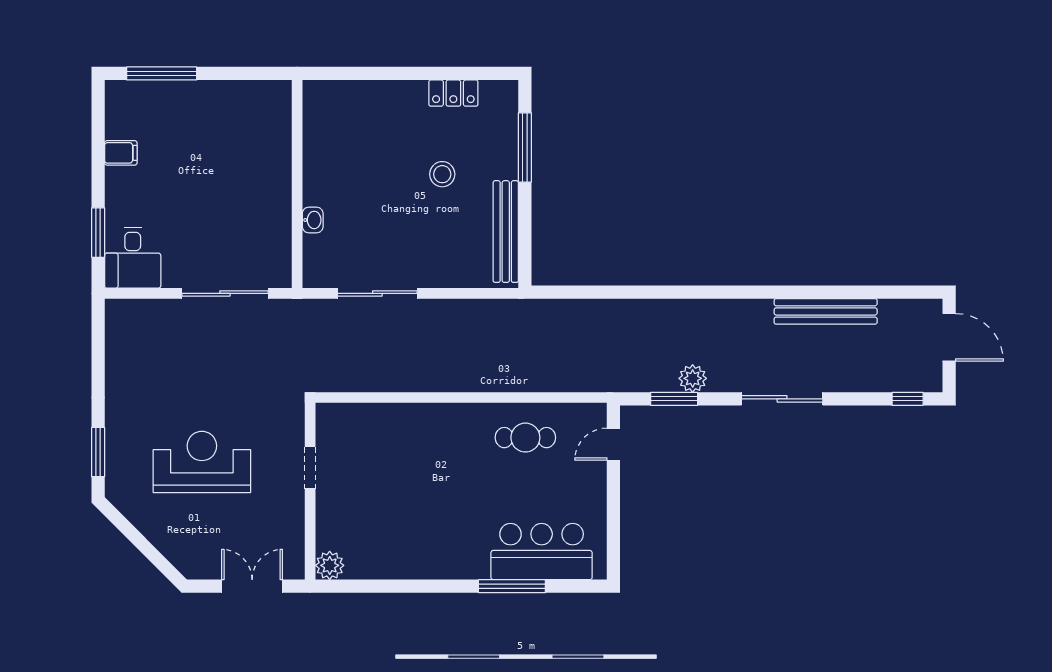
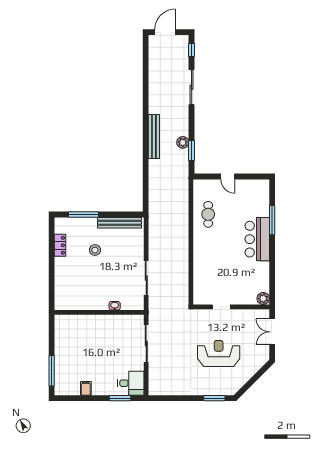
bench: (826, 311) -> (154, 137), moved
sliding door: (782, 399) -> (192, 87), moved
door: (613, 444) -> (228, 176), moved
reception desk: (202, 462) -> (219, 353), turned 90
bar counter: (542, 552) -> (257, 239), moved

